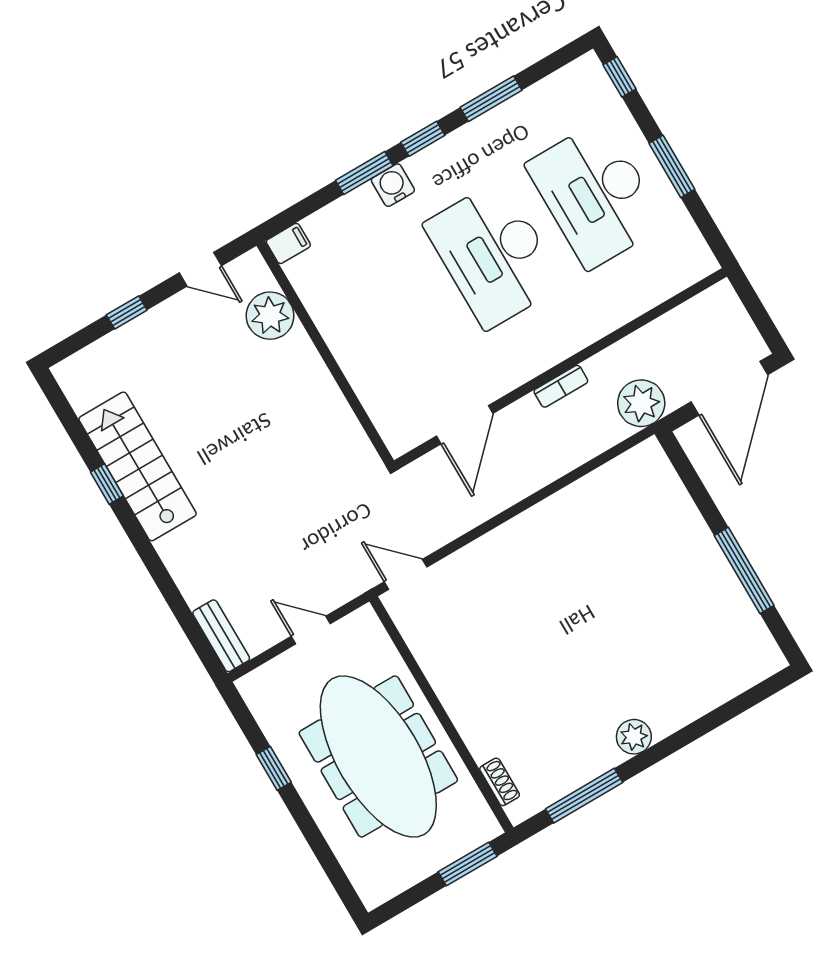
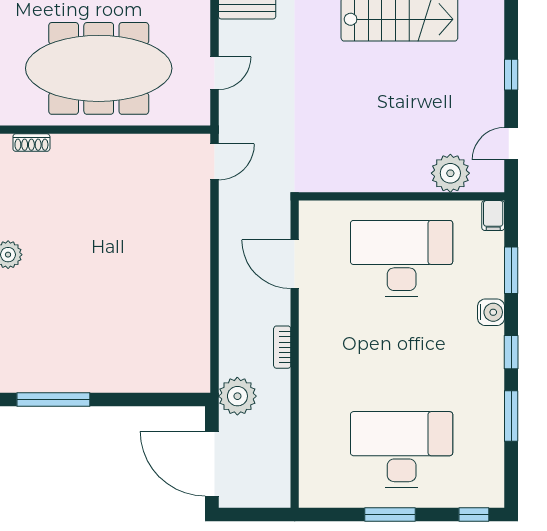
window: (364, 173) -> (511, 270), moved
desk: (494, 254) -> (402, 259), moved
window: (744, 570) -> (53, 400), moved

